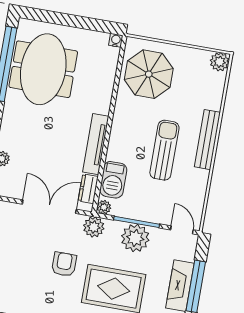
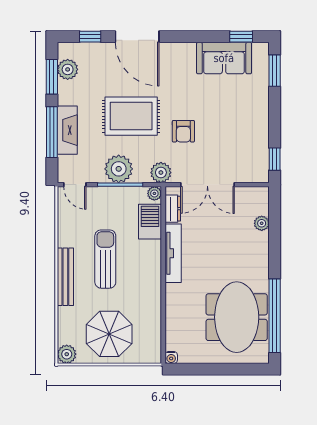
parasol: (149, 74) -> (109, 334), moved
sun lounger: (164, 150) -> (105, 259), turned 180

